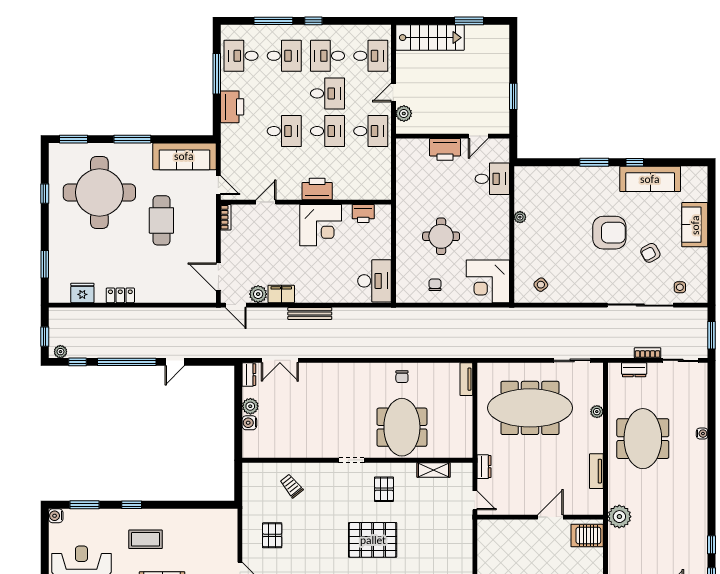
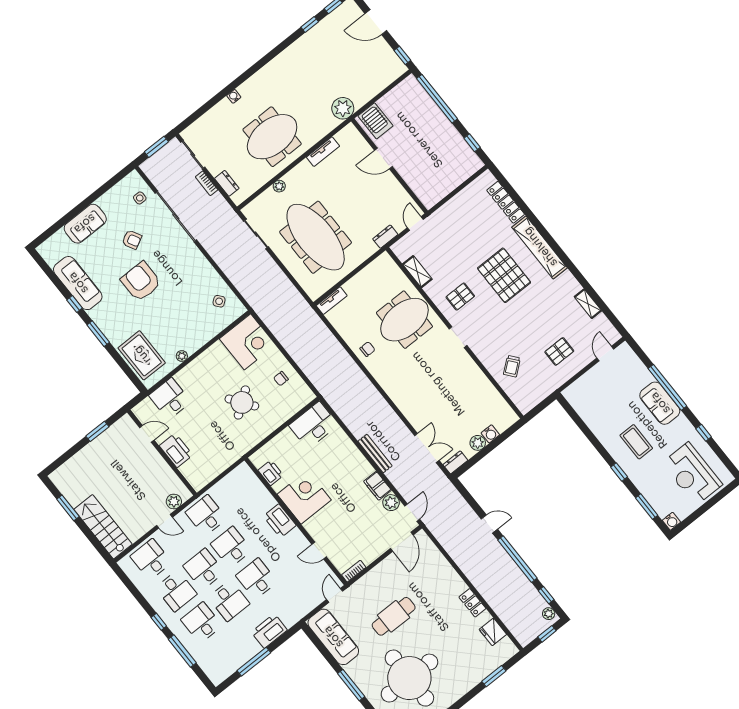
desk: (241, 56) -> (229, 601), moved
rug: (547, 184) -> (142, 355), added
round table: (441, 236) -> (242, 402), turned -36

